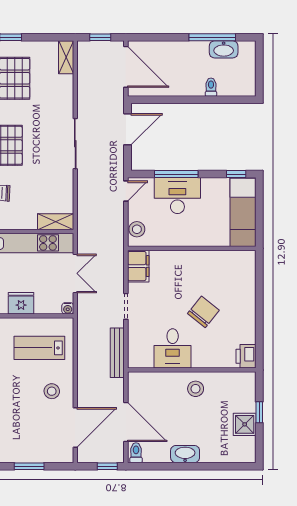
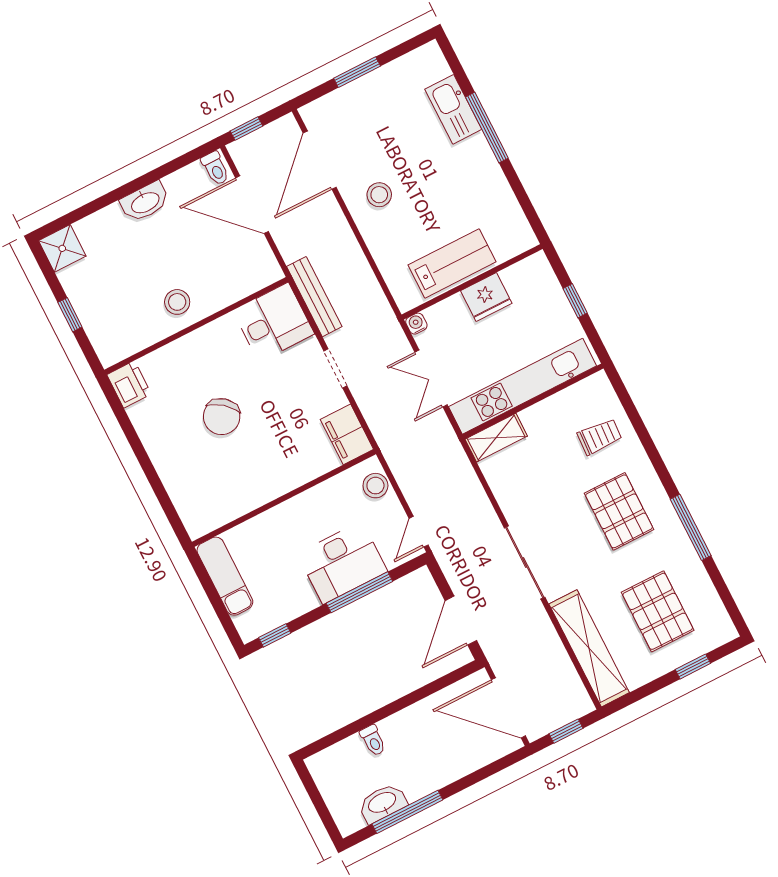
shelving: (66, 57) -> (589, 648), width x2.20, depth x1.33
exam couch: (243, 212) -> (225, 576), width x0.73, depth x0.69
lab bench: (39, 348) -> (452, 263), moved
desk: (173, 348) -> (274, 322), moved, turned 90
shower: (245, 424) -> (62, 248), moved

